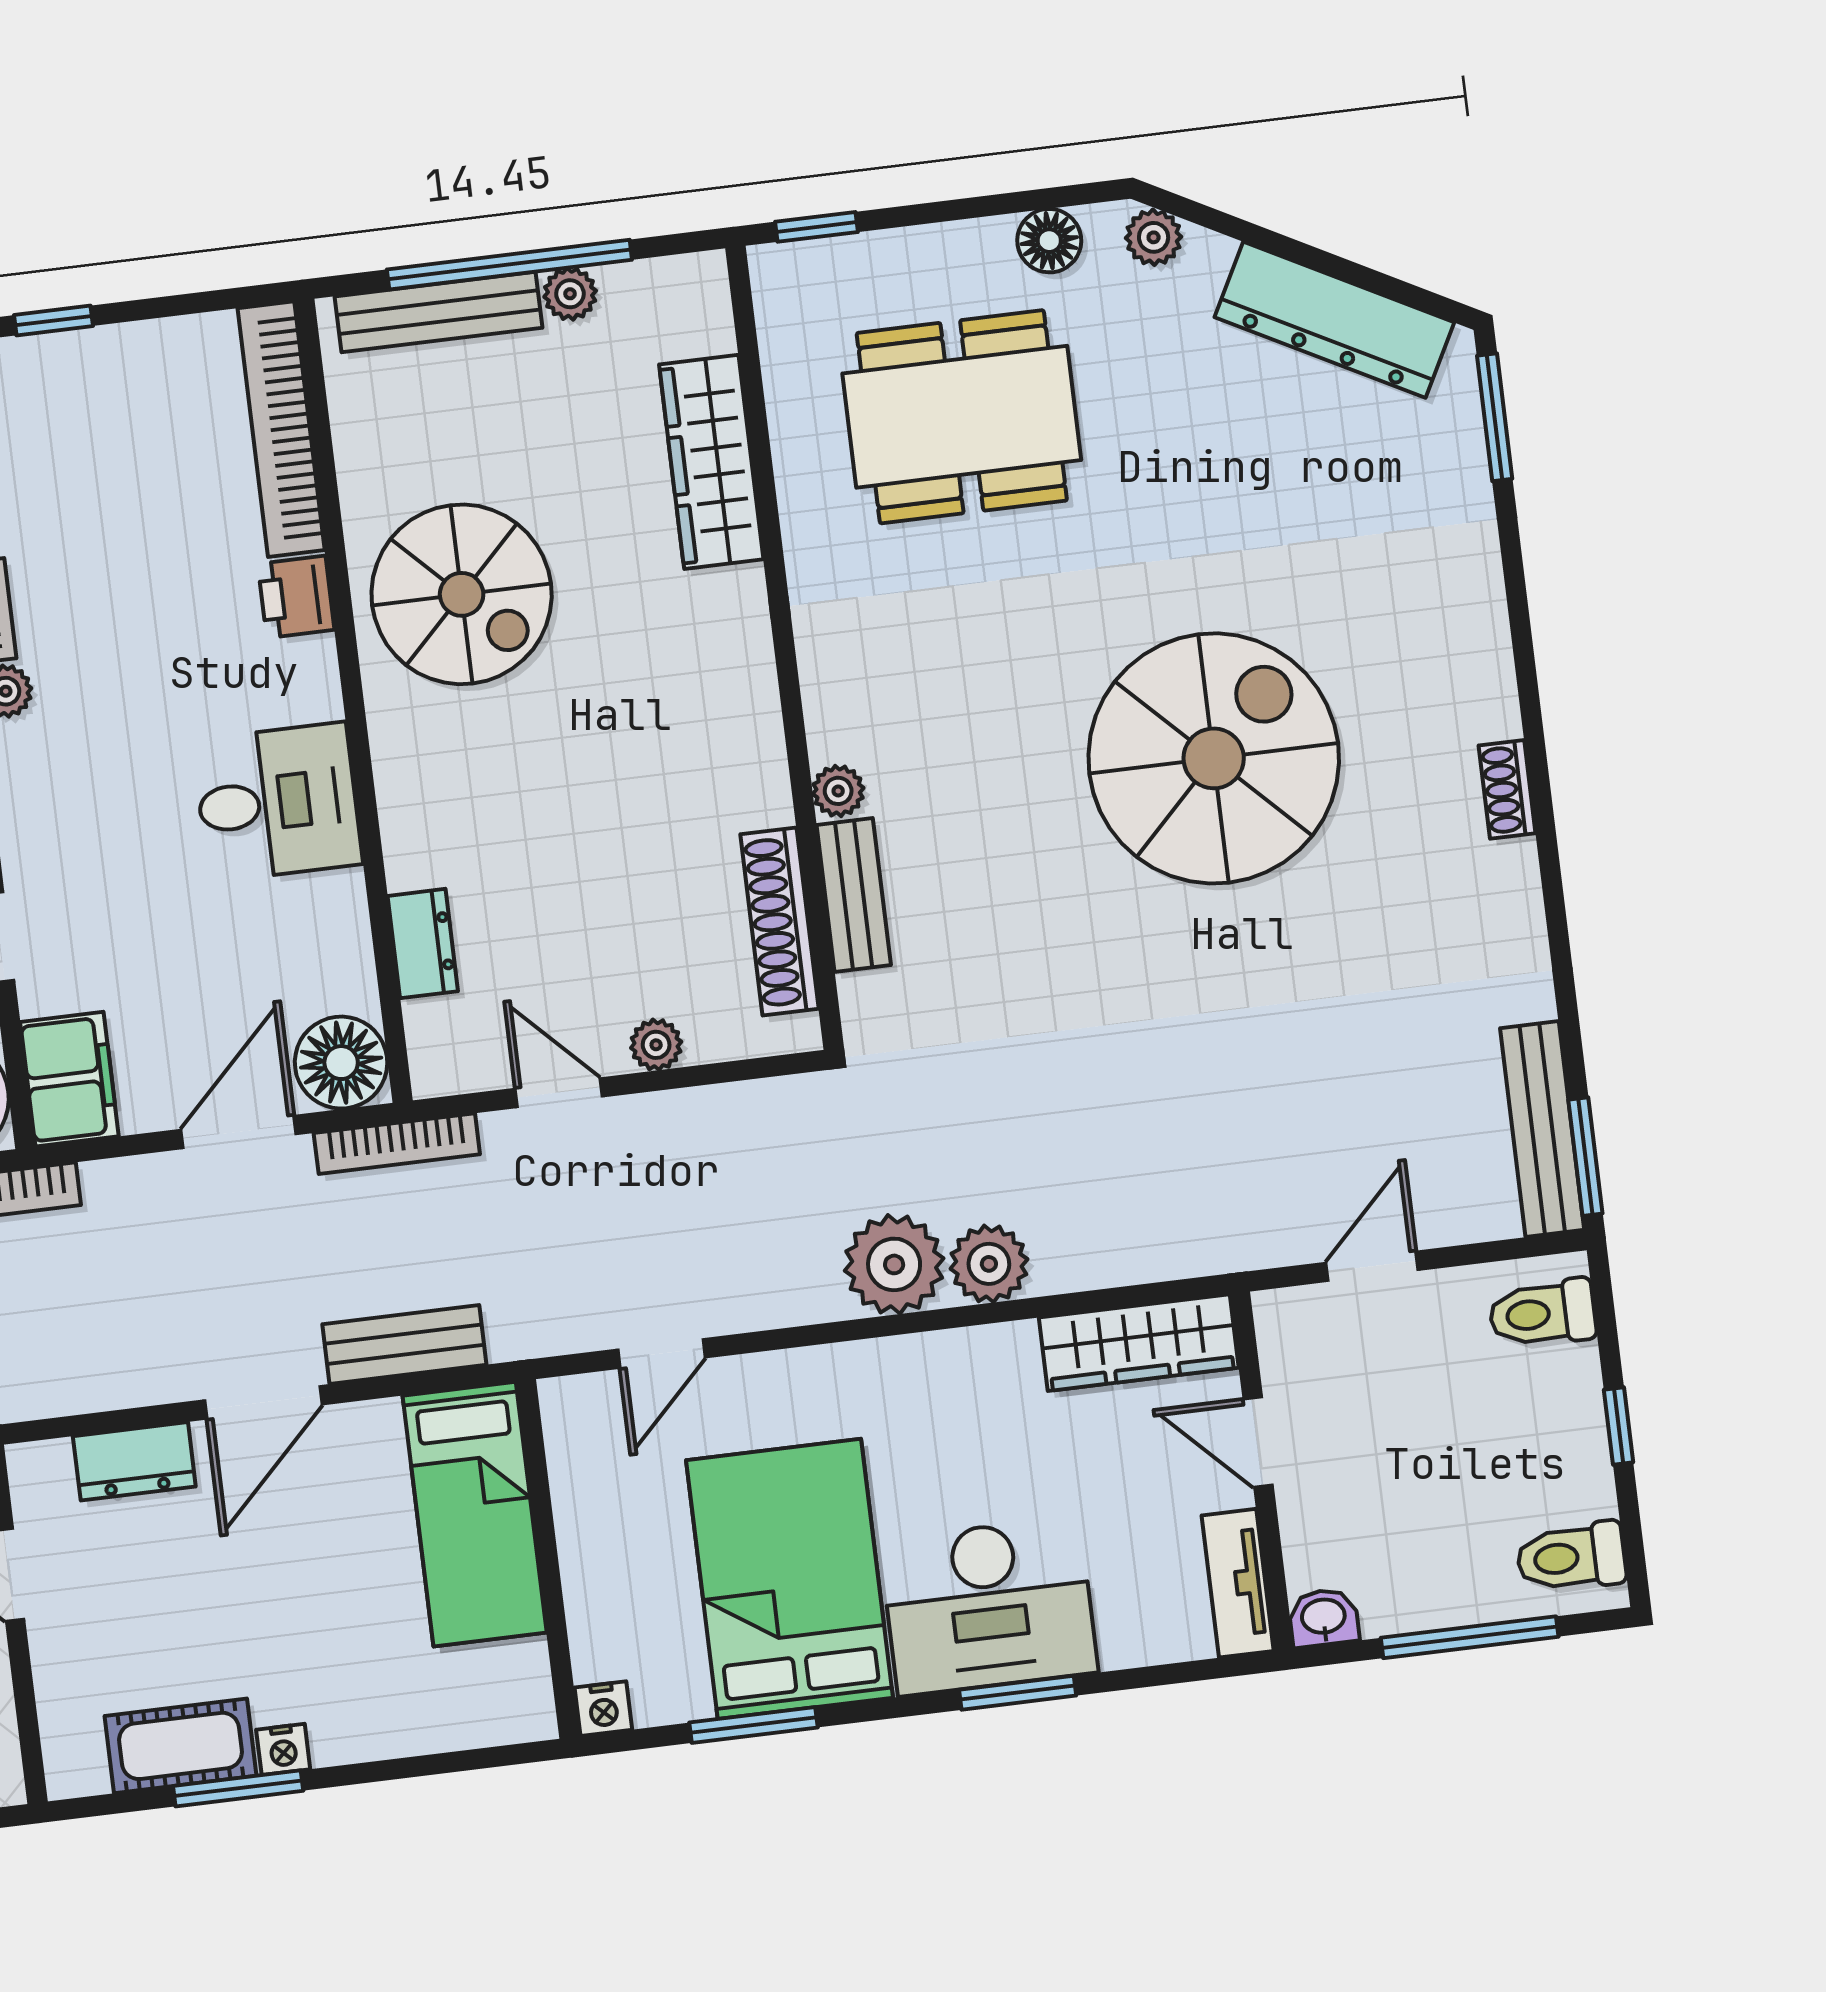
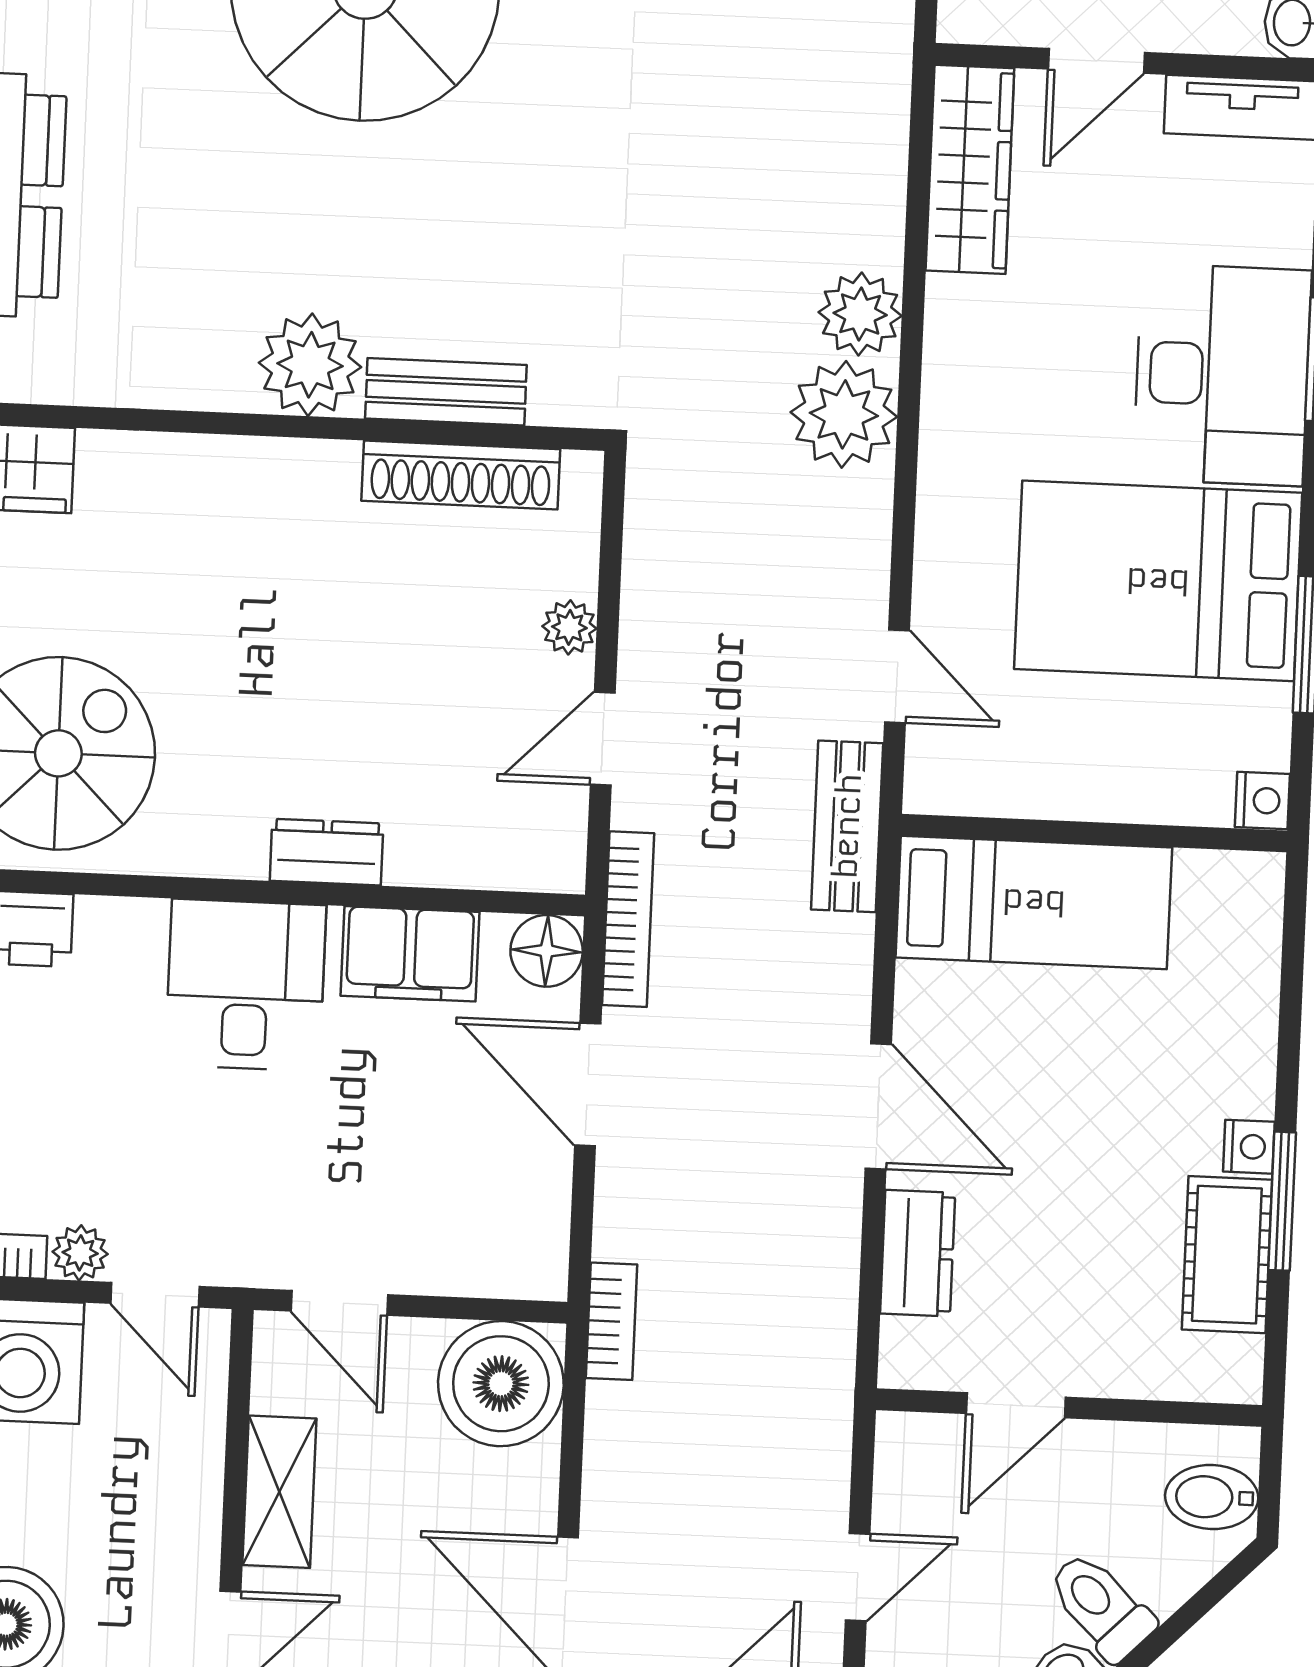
plant: (838, 791) -> (310, 365), width x1.87, depth x1.87
dresser: (423, 944) -> (327, 852), moved
floor lamp: (341, 1063) -> (547, 951), width x0.73, depth x0.73
filing cabinet: (69, 1079) -> (410, 954), moved, turned 180
bench: (404, 1344) -> (847, 826), moved

